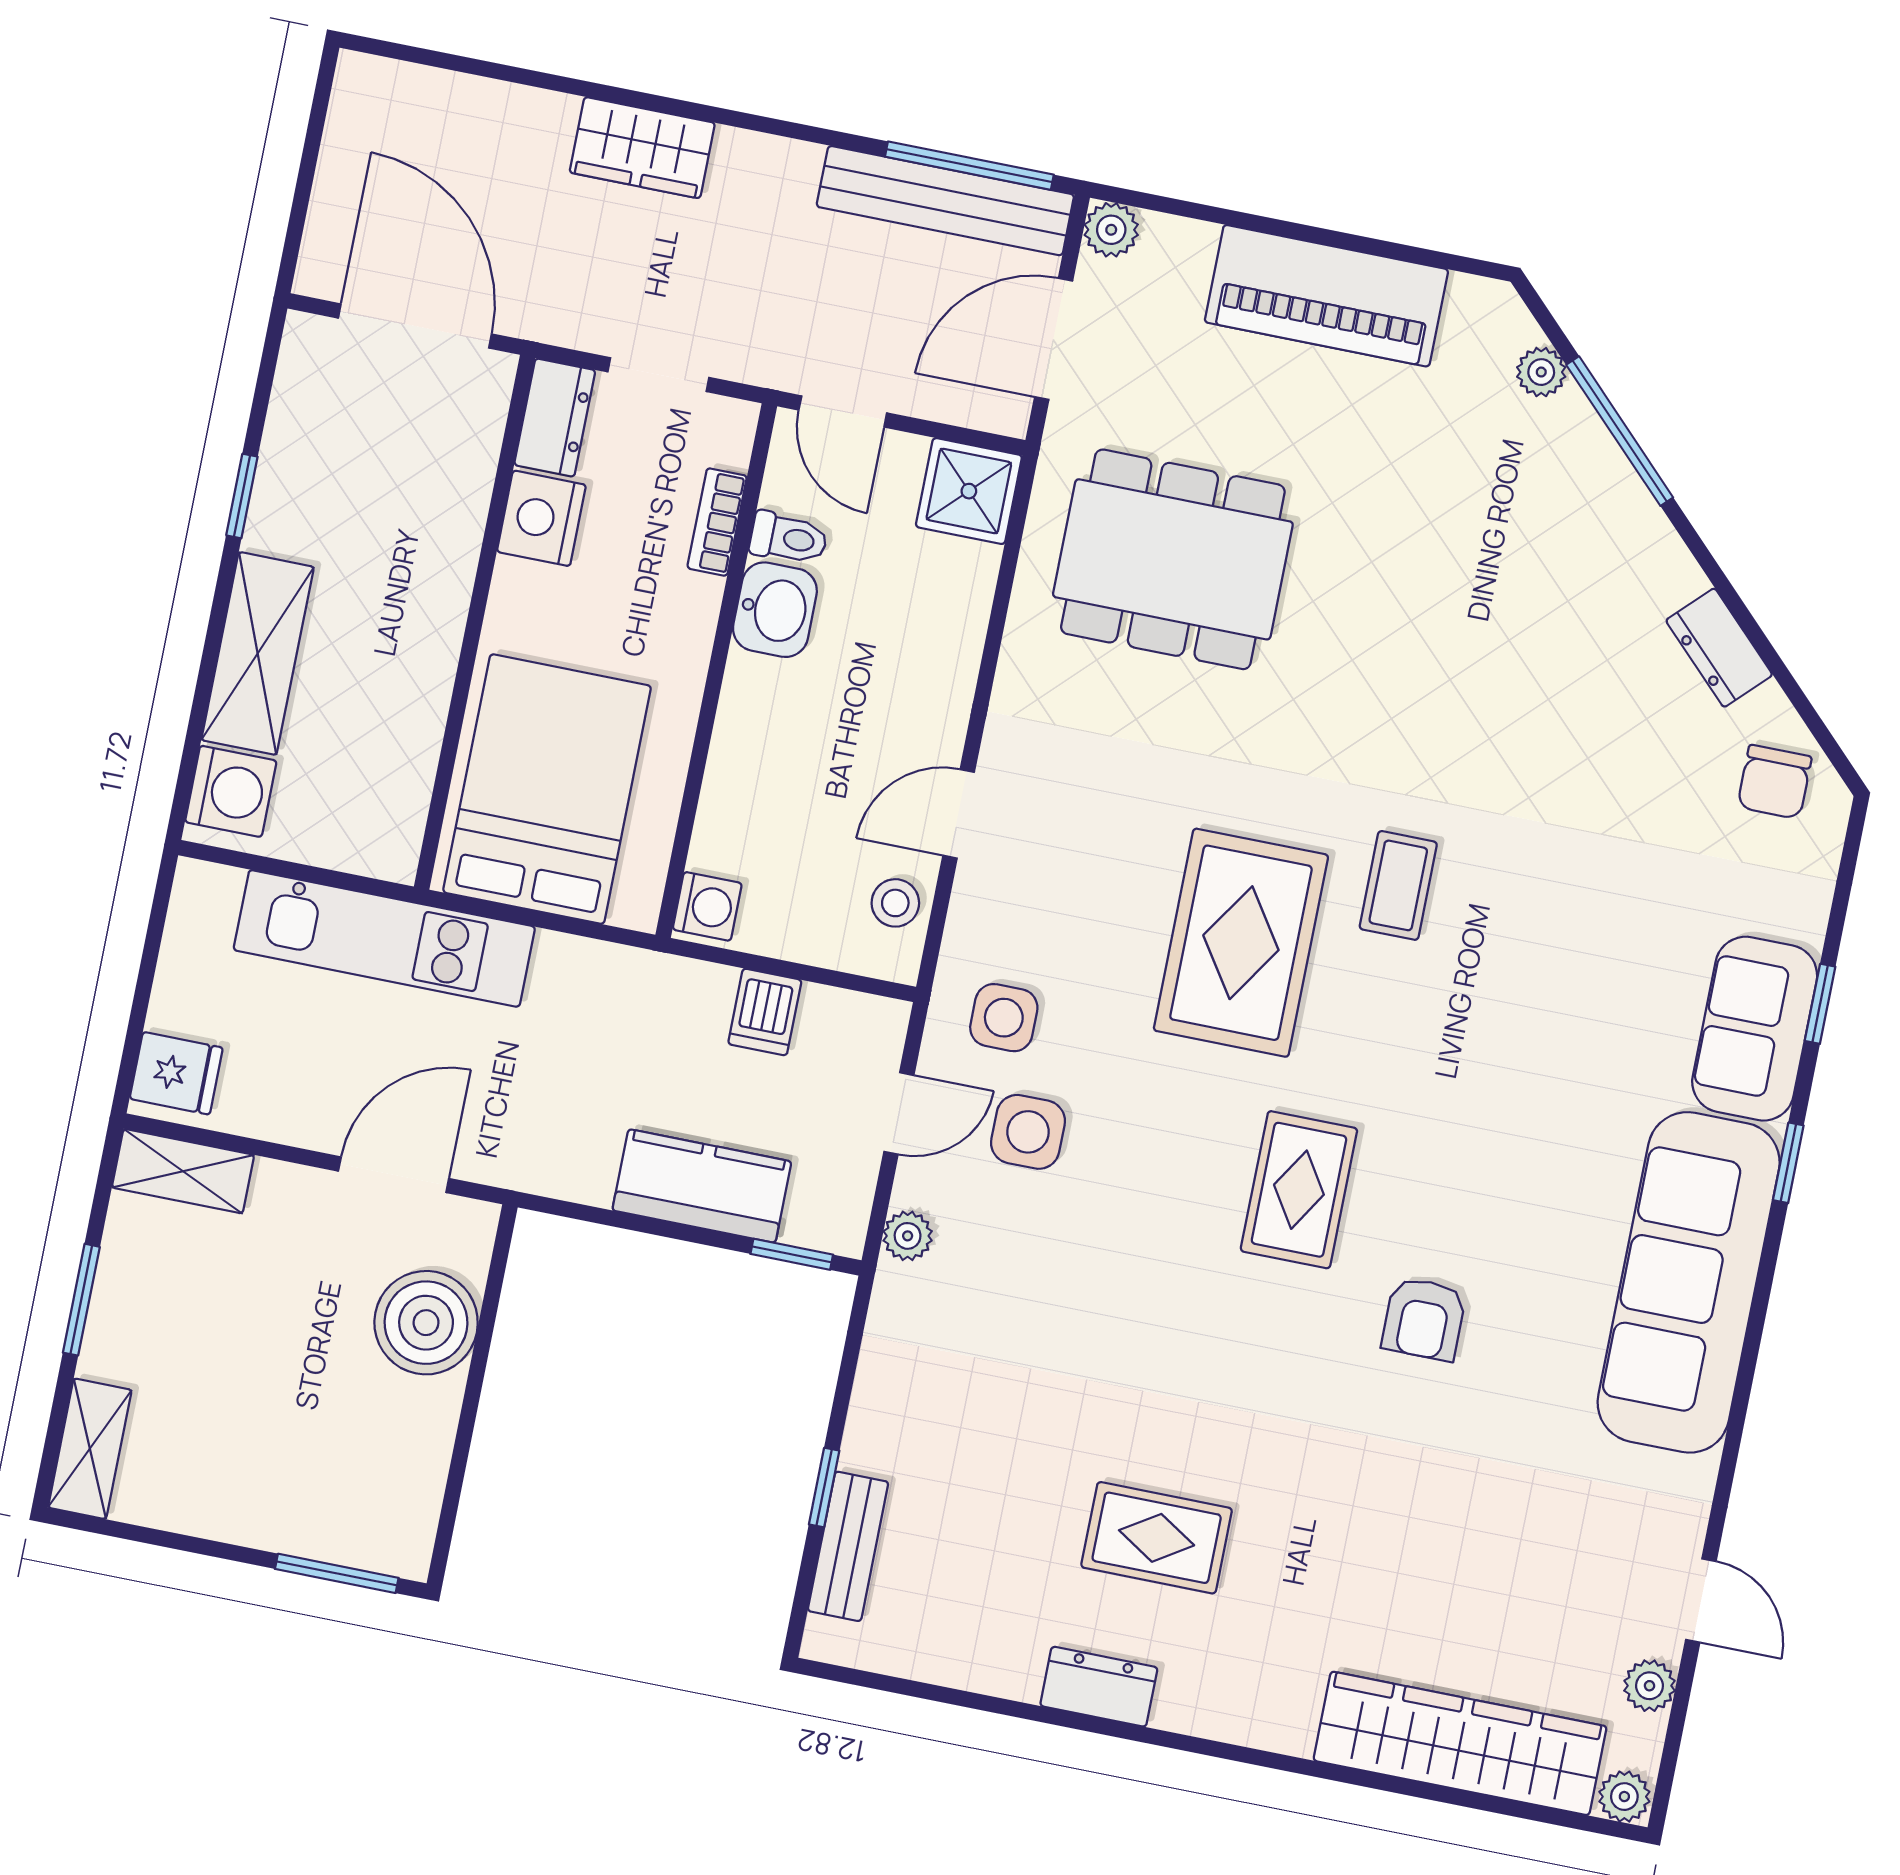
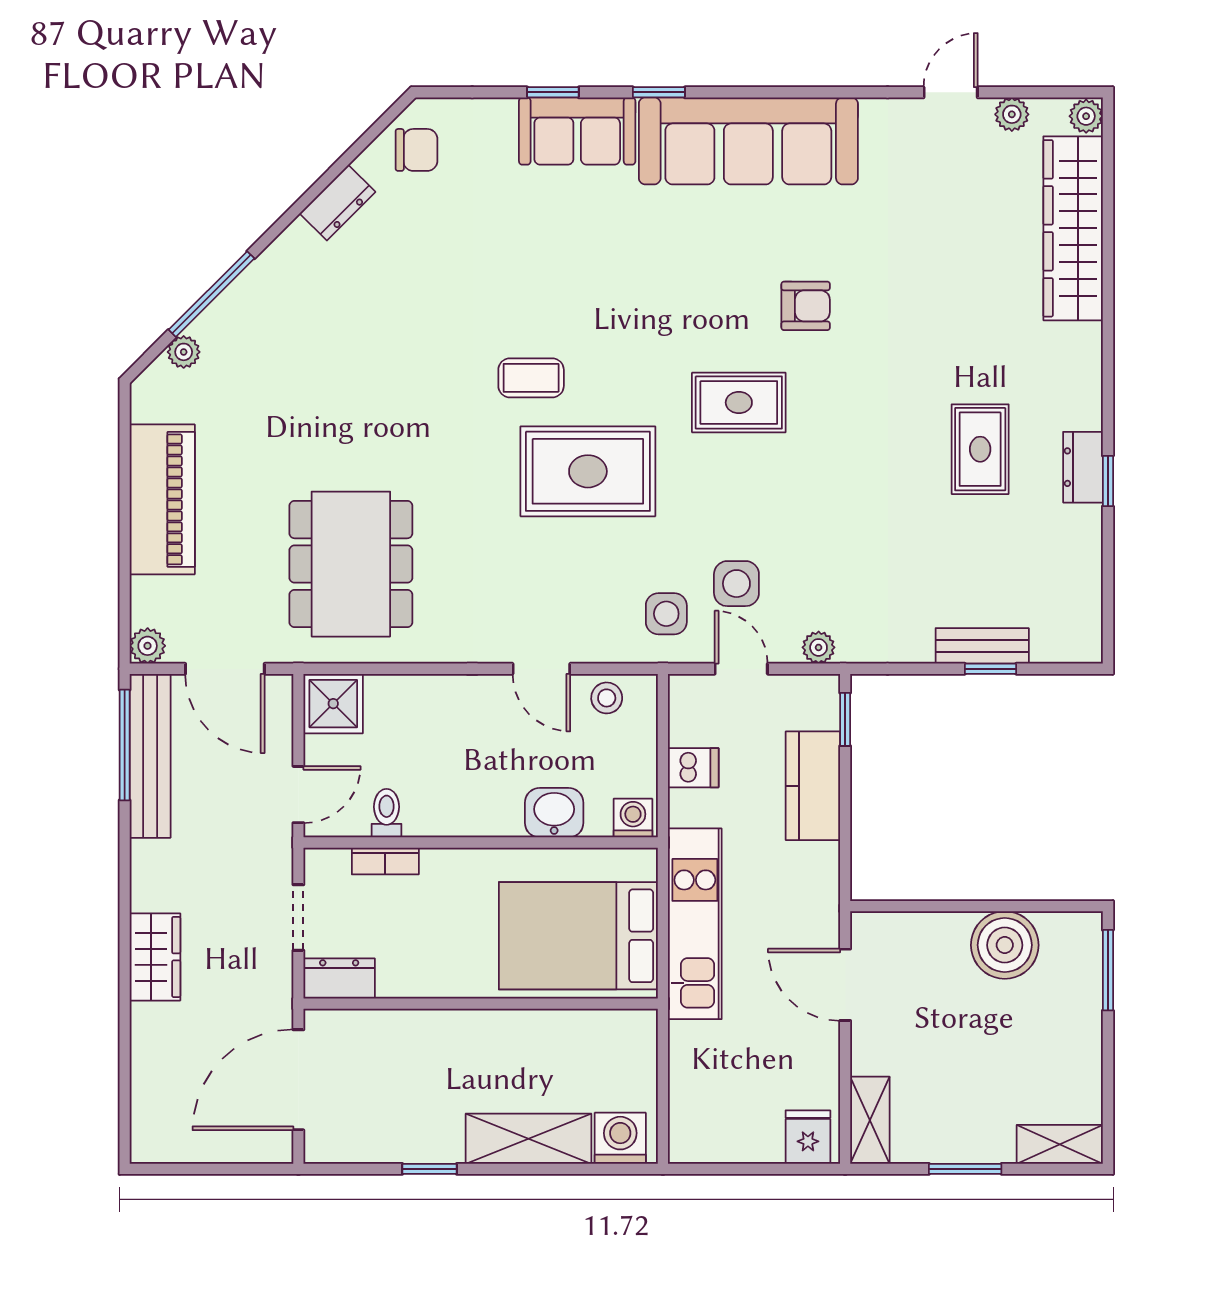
nightstand: (541, 518) -> (405, 974), removed
washbasin: (775, 610) -> (554, 813), moved
kitchen unit: (384, 938) -> (695, 924), moved
boiler: (426, 1323) -> (1005, 945), moved
bench: (848, 1546) -> (982, 646), moved
window: (1071, 1720) -> (1108, 481), added

